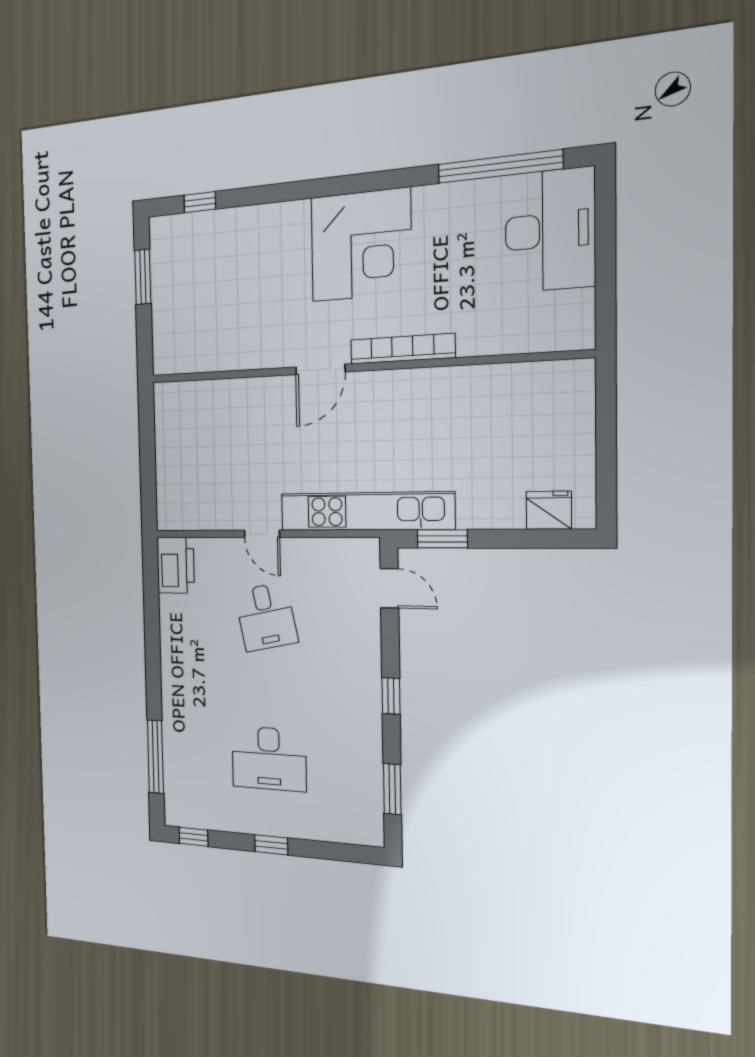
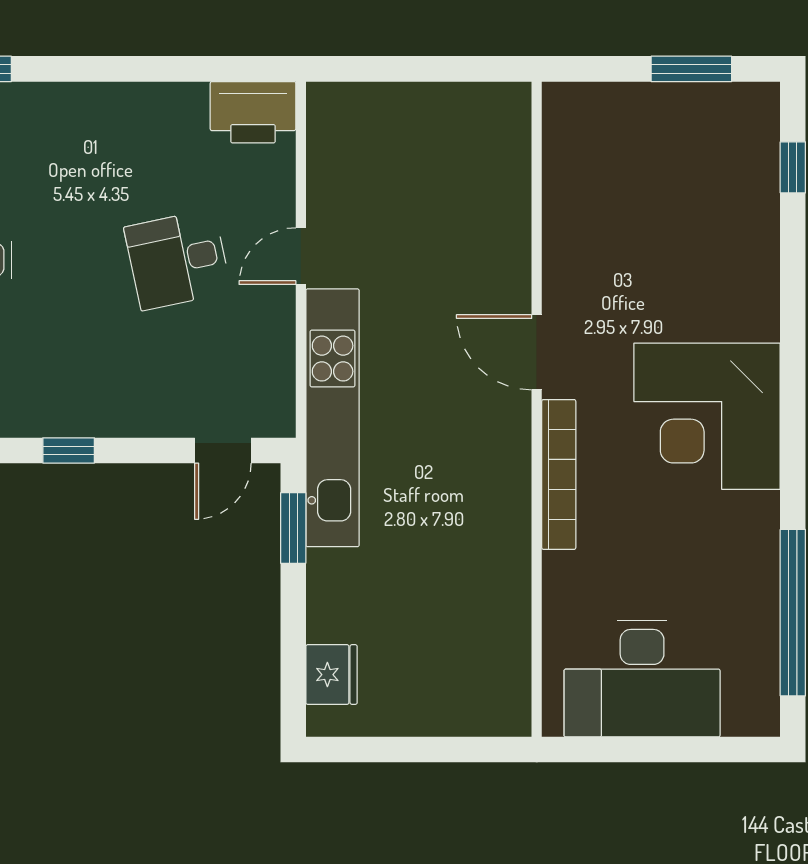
desk: (550, 230) -> (642, 678), moved

